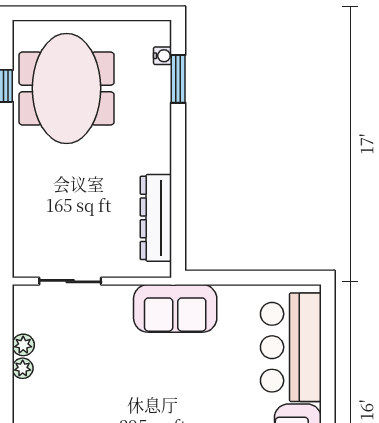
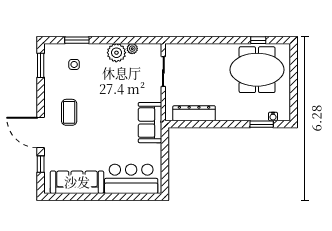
plant: (23, 368) -> (116, 53), width x1.88, depth x1.88

